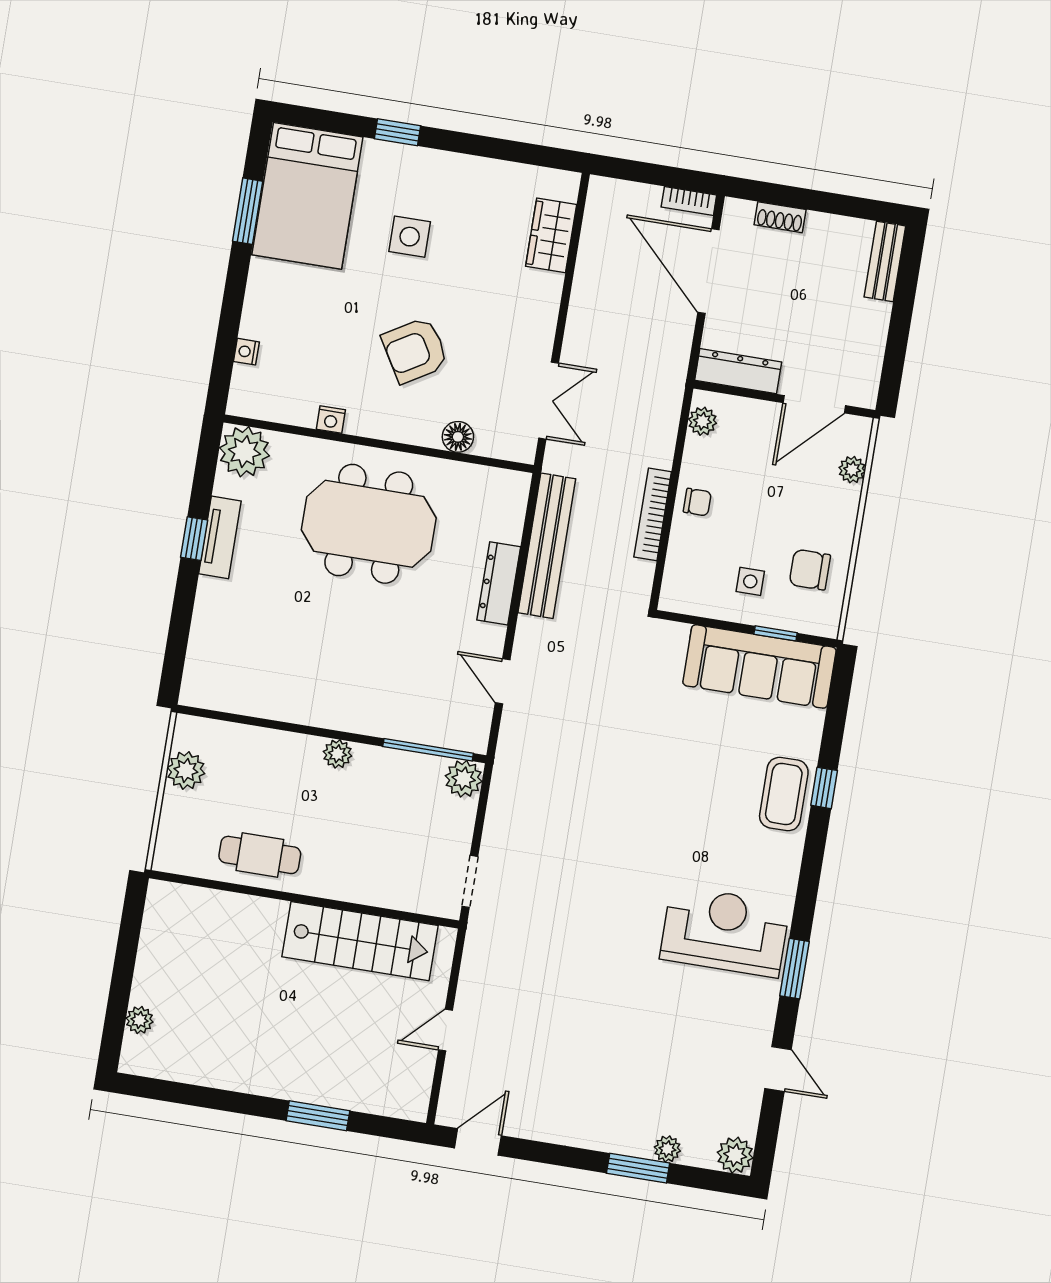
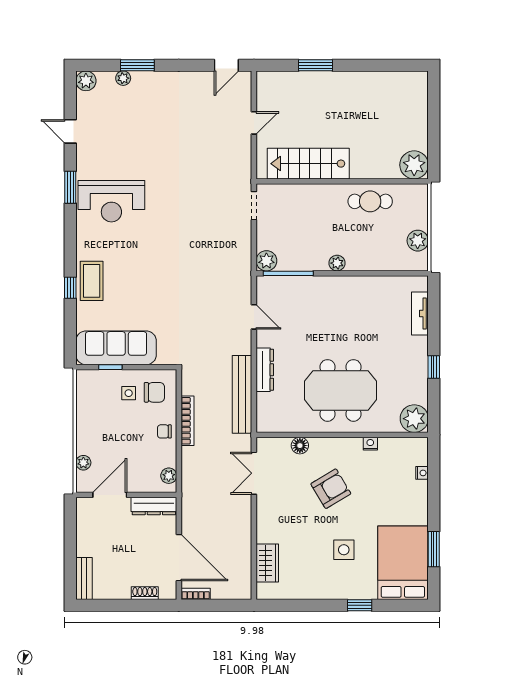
tv unit: (220, 537) -> (420, 314), moved
chair: (810, 570) -> (154, 392), moved
plant: (140, 1020) -> (414, 165), moved, width x1.88, depth x1.88

